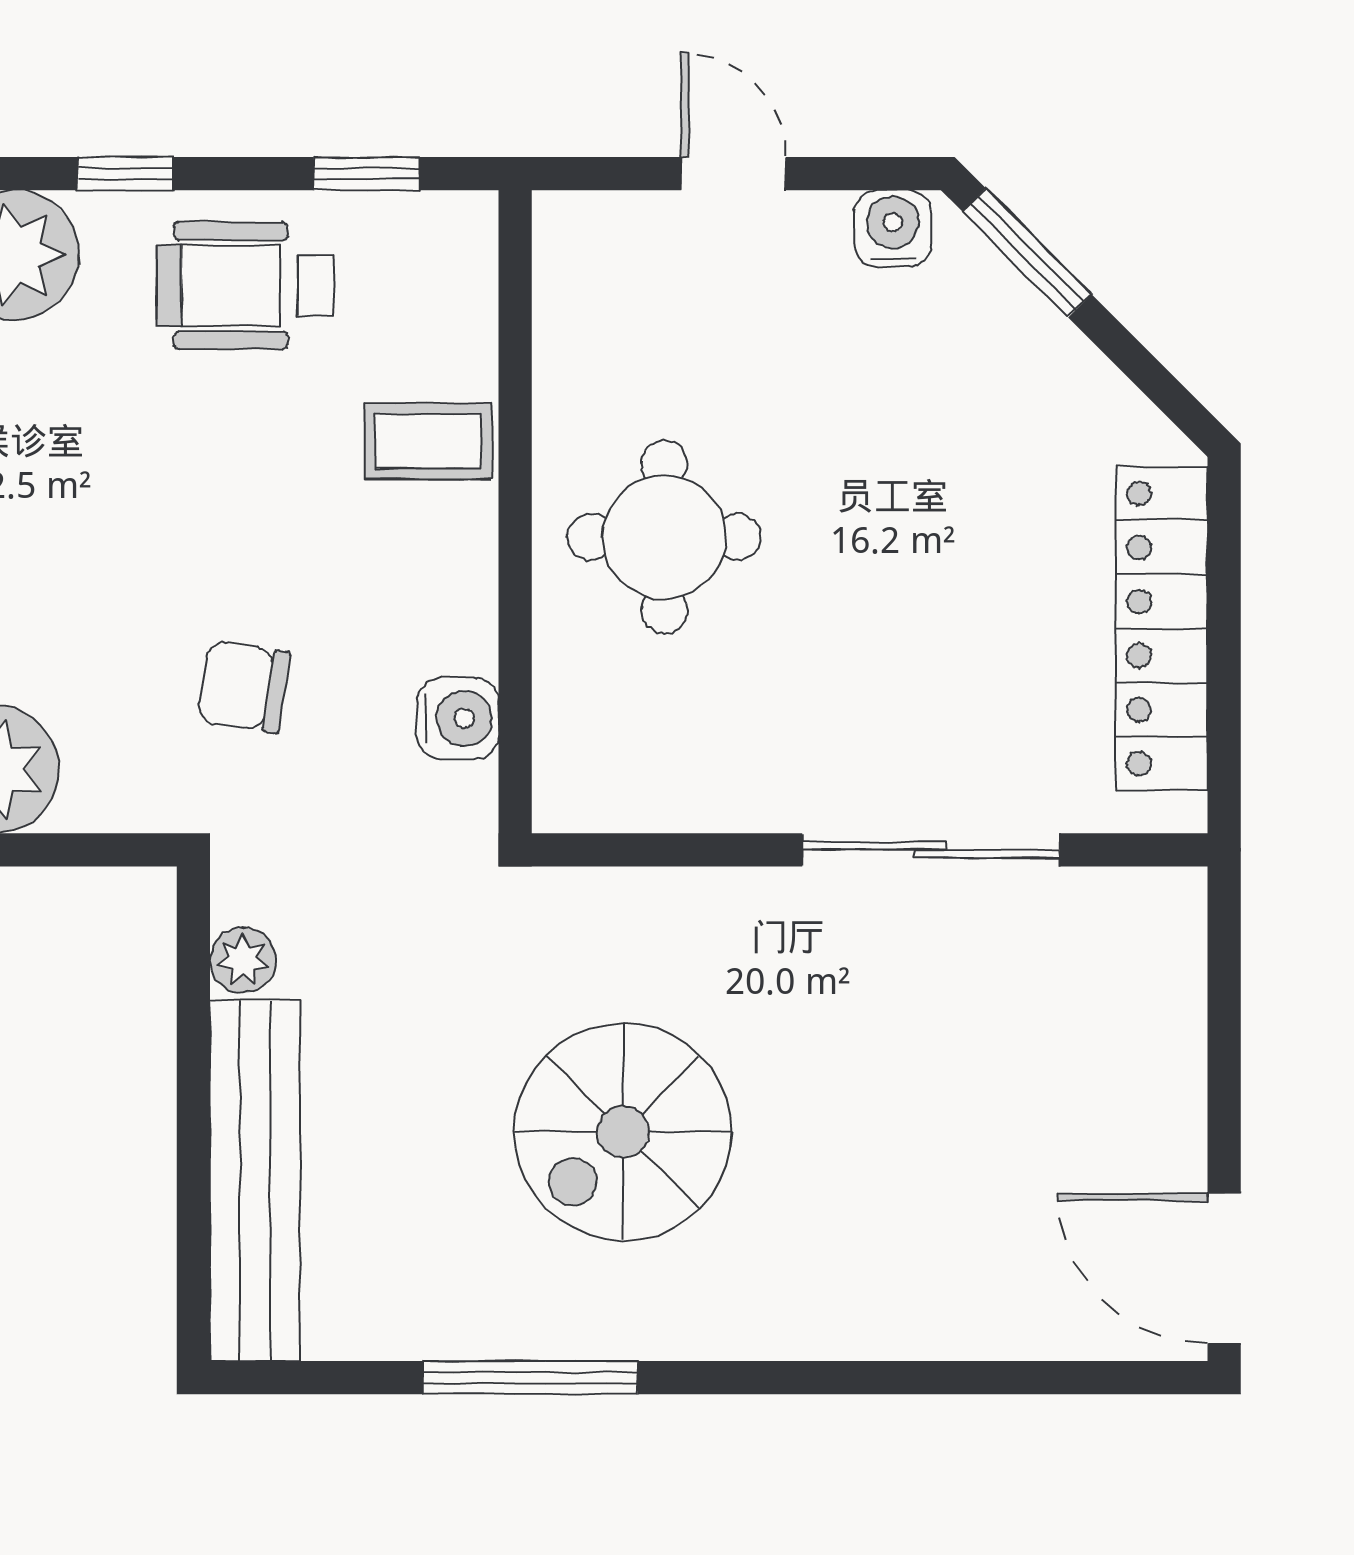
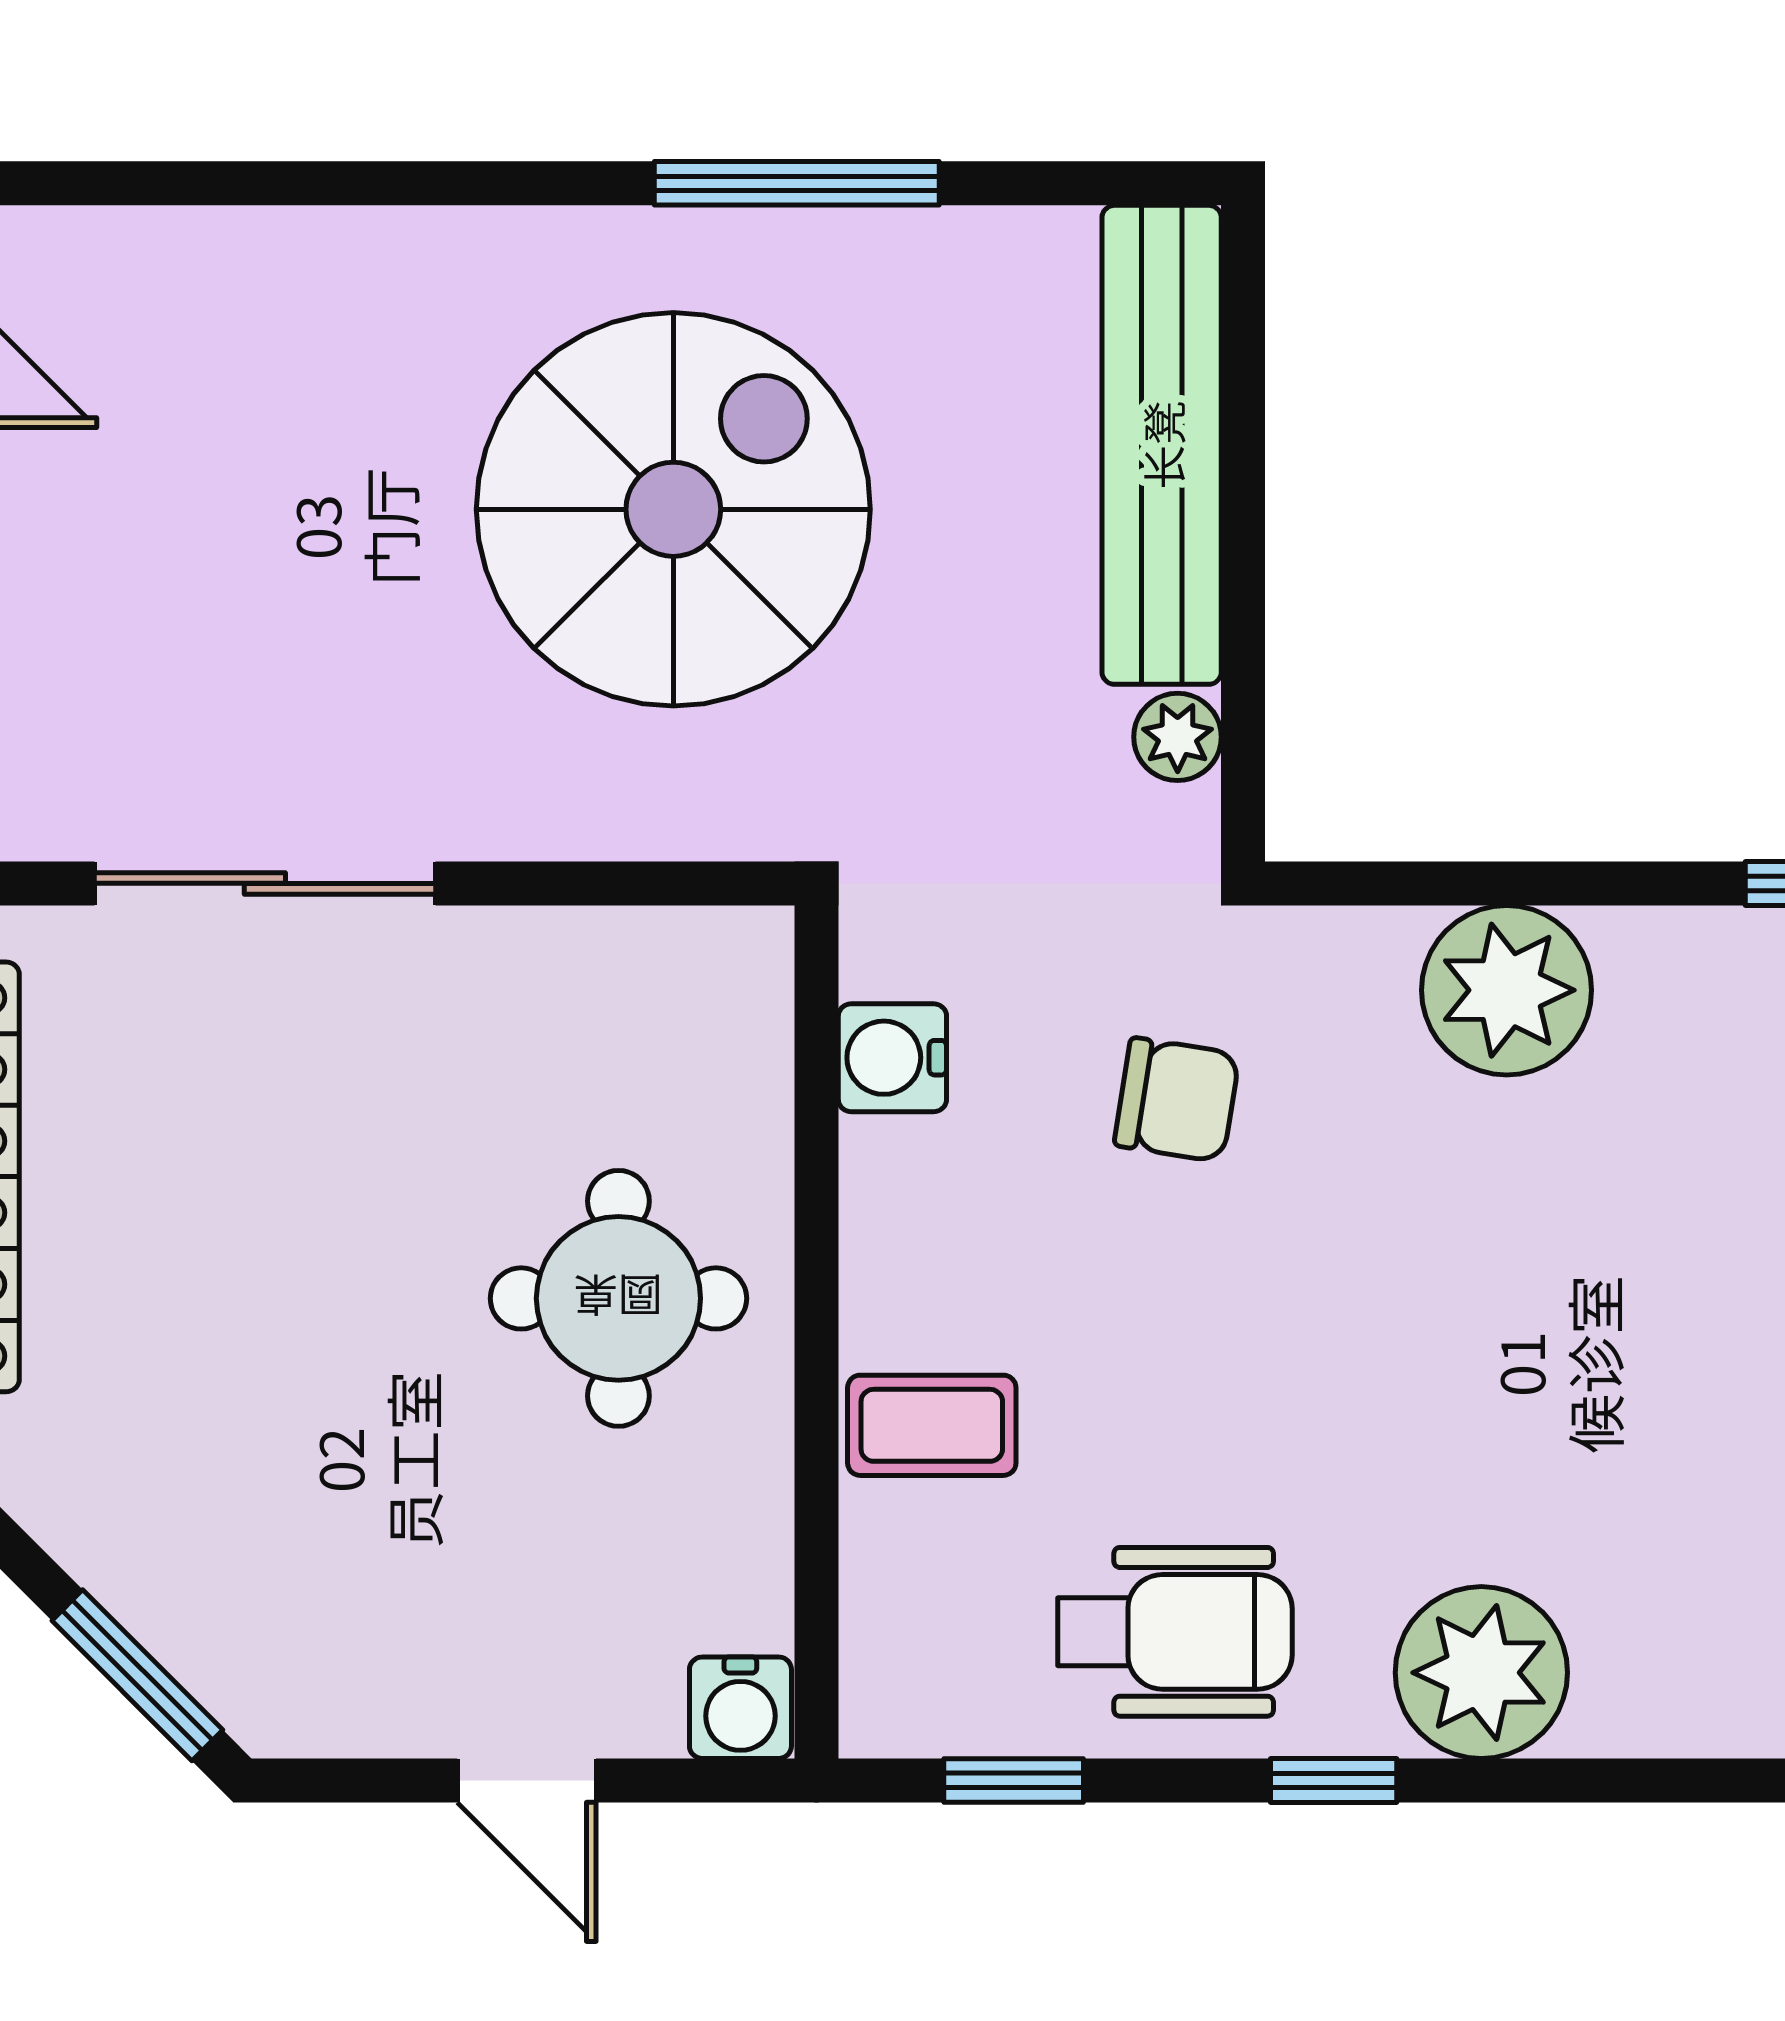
water cooler: (893, 228) -> (740, 1708), moved
spiral stairs: (623, 1132) -> (673, 509), width x1.37, depth x1.37

